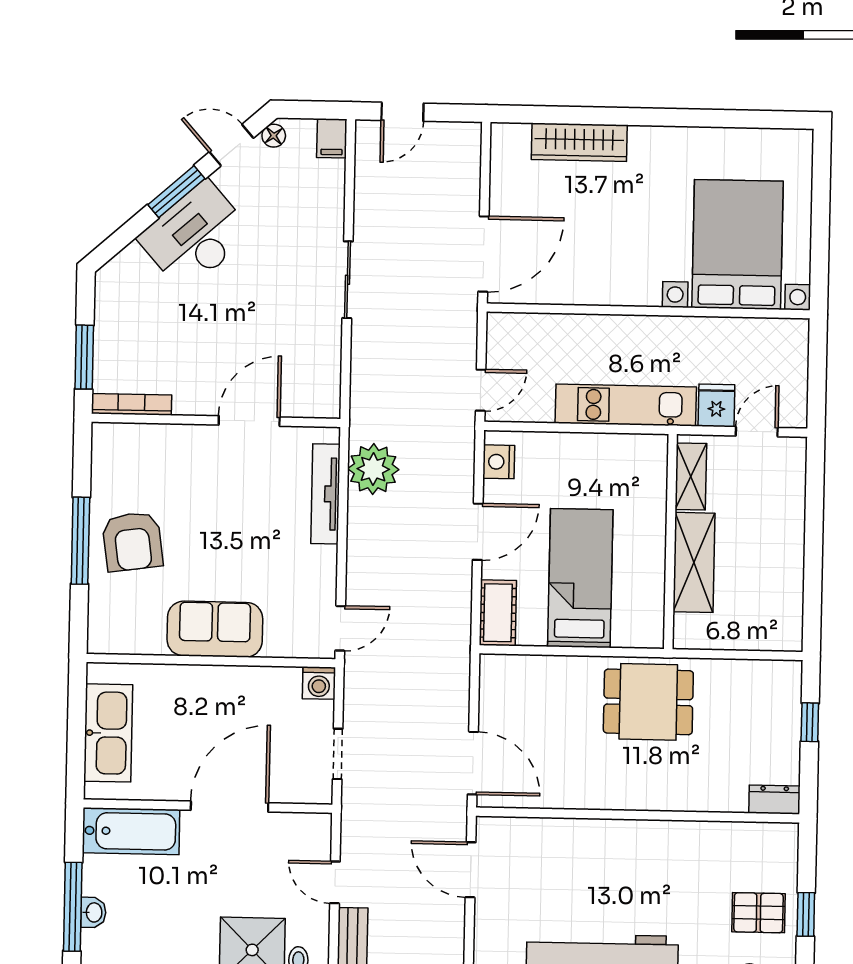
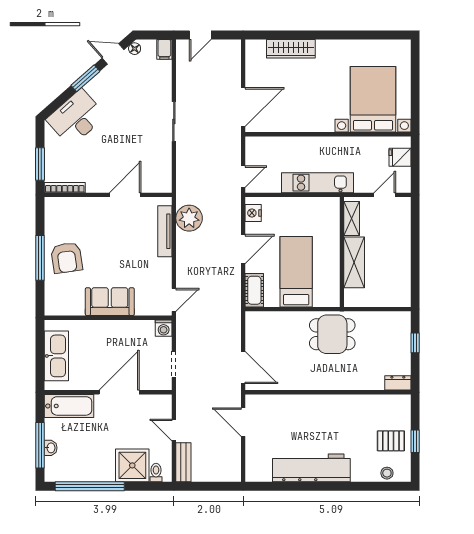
desk: (195, 236) -> (76, 118), moved
fridge: (716, 405) -> (400, 157), moved, turned -90

